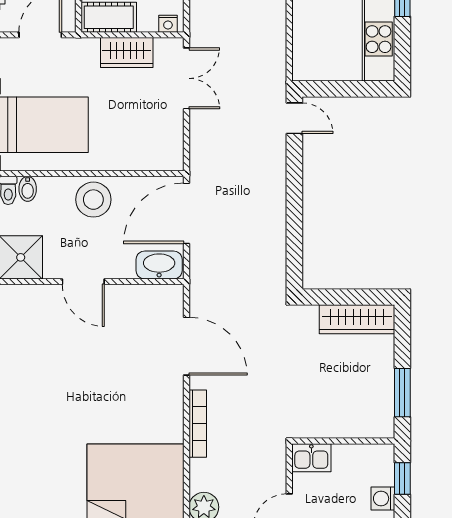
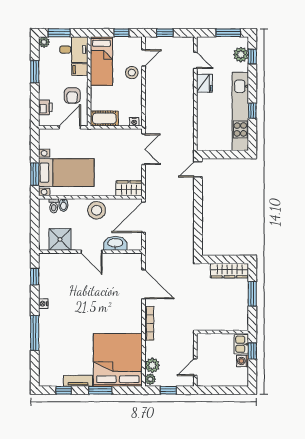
wardrobe: (127, 53) -> (129, 188), moved, turned 180
door: (294, 118) -> (198, 169), swing flipped
washbasin: (159, 265) -> (115, 243), moved
window: (402, 393) -> (252, 294), moved
kitchen sink: (311, 458) -> (241, 344), moved, turned 90

